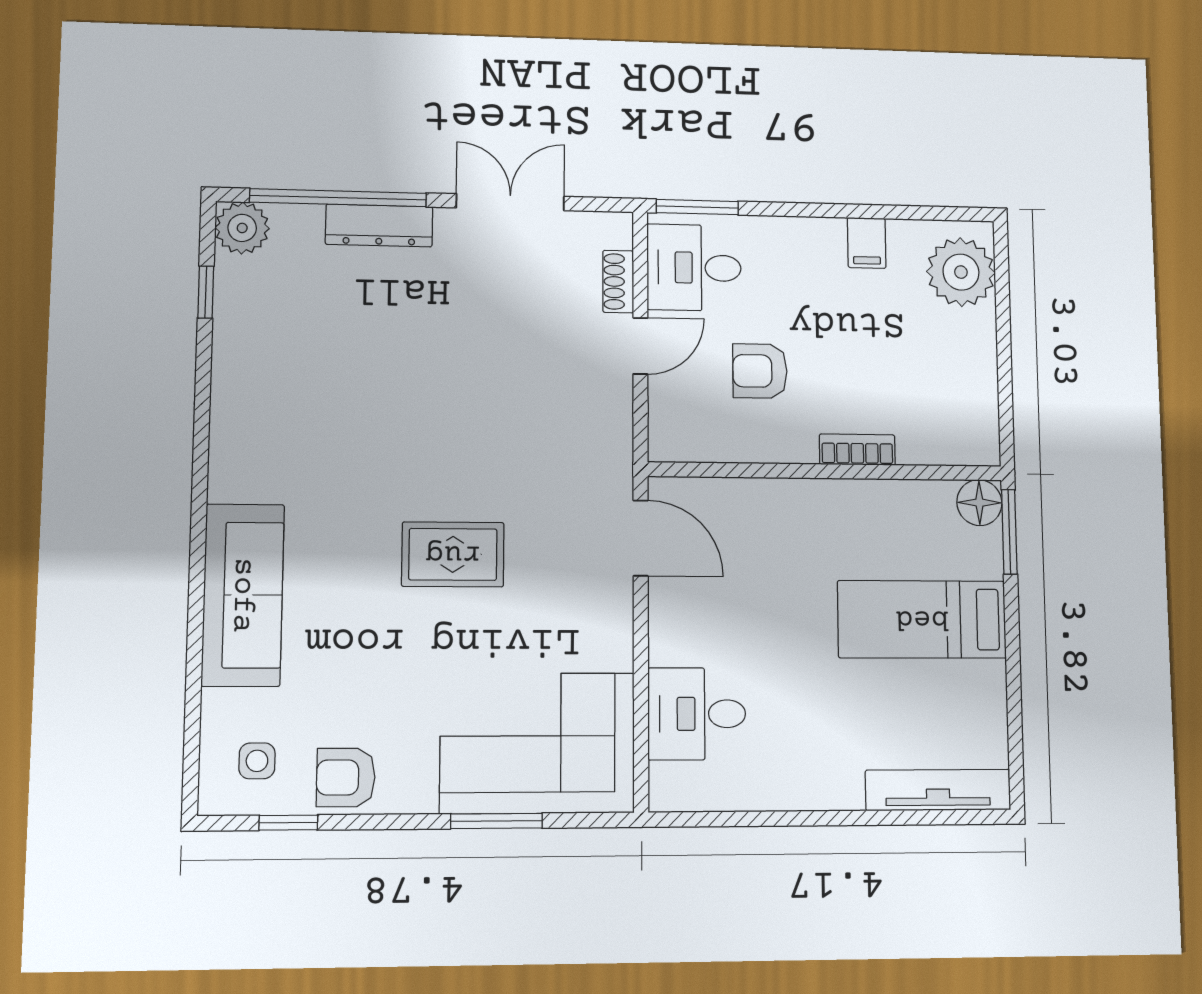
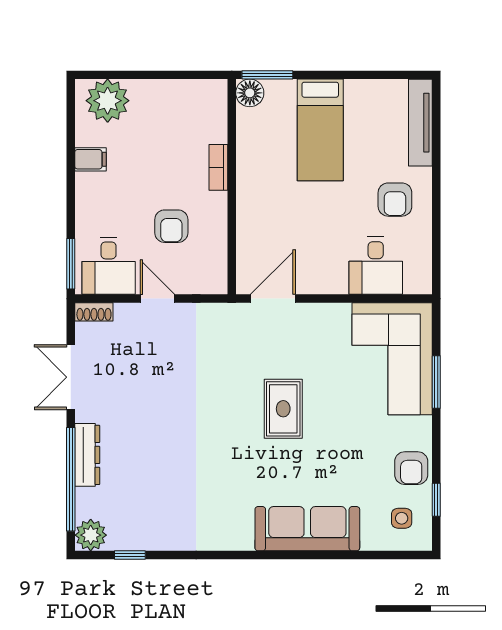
shoe rack: (618, 282) -> (94, 312), moved
armchair: (809, 747) -> (395, 200), added

